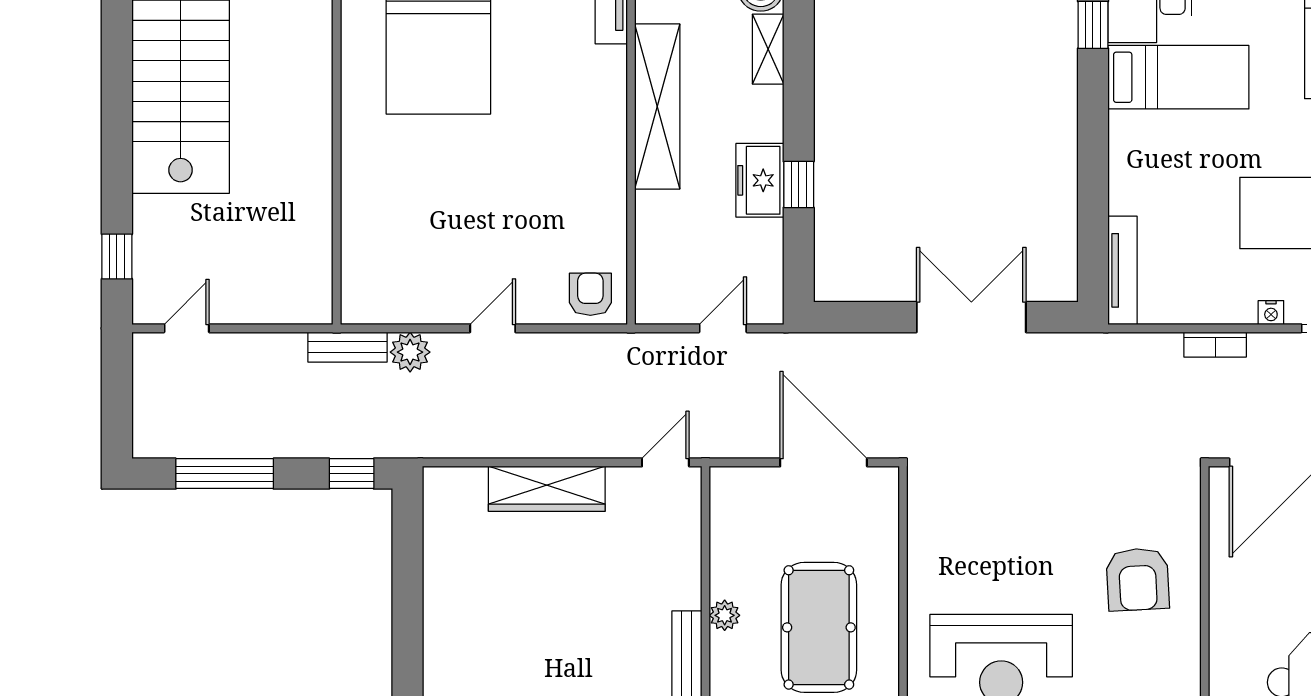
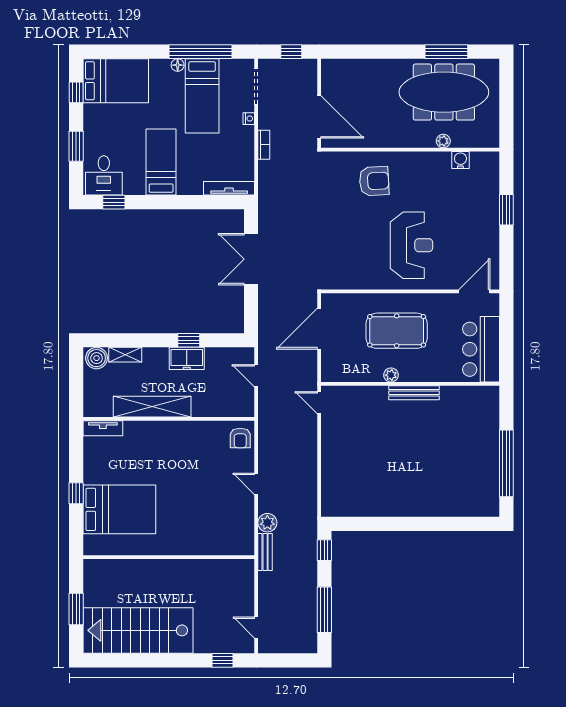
bed: (1178, 77) -> (161, 162), moved
armchair: (590, 294) -> (240, 438), turned -90
wardrobe: (547, 489) -> (332, 459), removed

